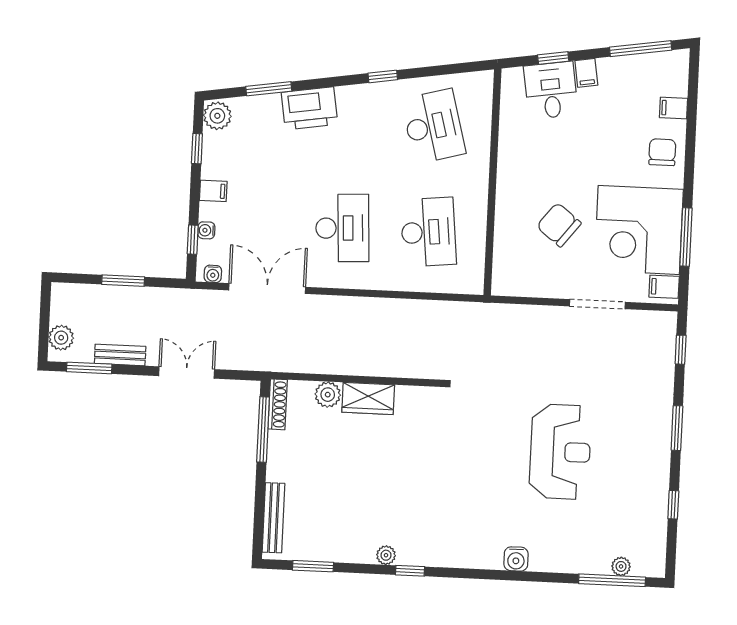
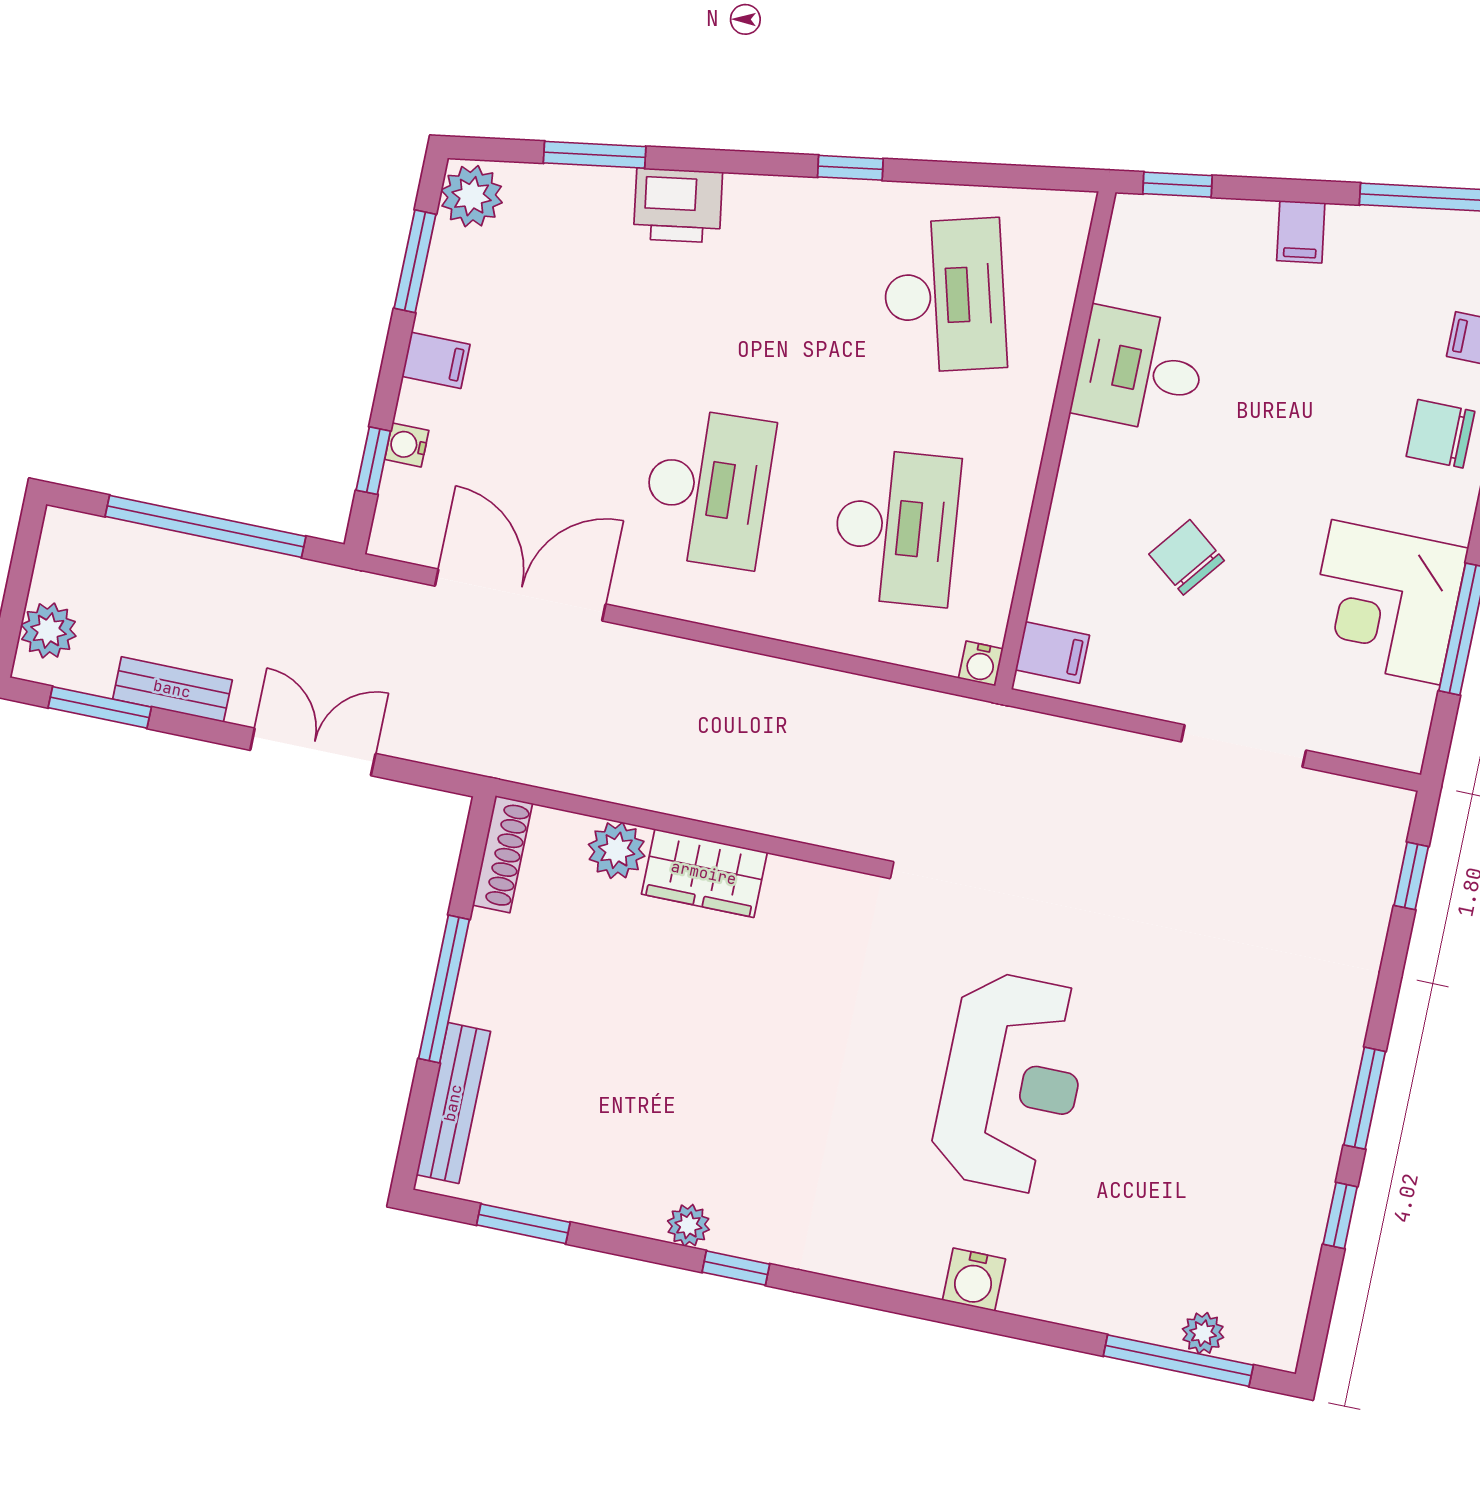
window: (553, 58) -> (1177, 185), moved
desk: (551, 90) -> (1140, 370), moved, turned -81
printer: (310, 108) -> (678, 205), width x0.73, depth x0.84
window: (197, 149) -> (415, 261), width x1.50
chair: (662, 152) -> (1440, 434), turned -90
chair: (559, 225) -> (1187, 557), width x0.73, depth x0.73
corner desk: (639, 230) -> (1386, 602), width x0.74, depth x0.74
water cooler: (213, 274) -> (981, 663), moved
window: (123, 281) -> (205, 526), width x2.11
filing cabinet: (664, 287) -> (1052, 652), moved, turned 180
window: (677, 428) -> (1365, 1098), moved
window: (263, 430) -> (444, 989), moved
reception desk: (560, 452) -> (1011, 1083), moved

